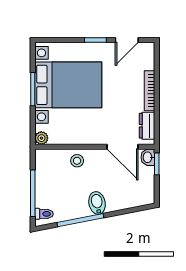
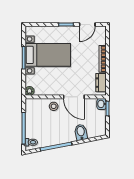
bed with nightstands: (68, 85) -> (48, 55), width x0.73
door: (122, 147) -> (74, 97), moved
bidet: (97, 203) -> (81, 132), moved

